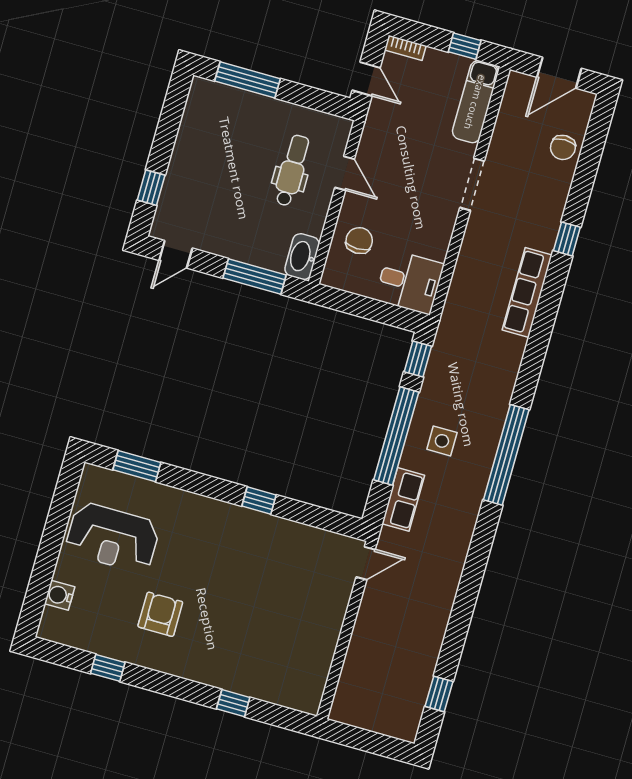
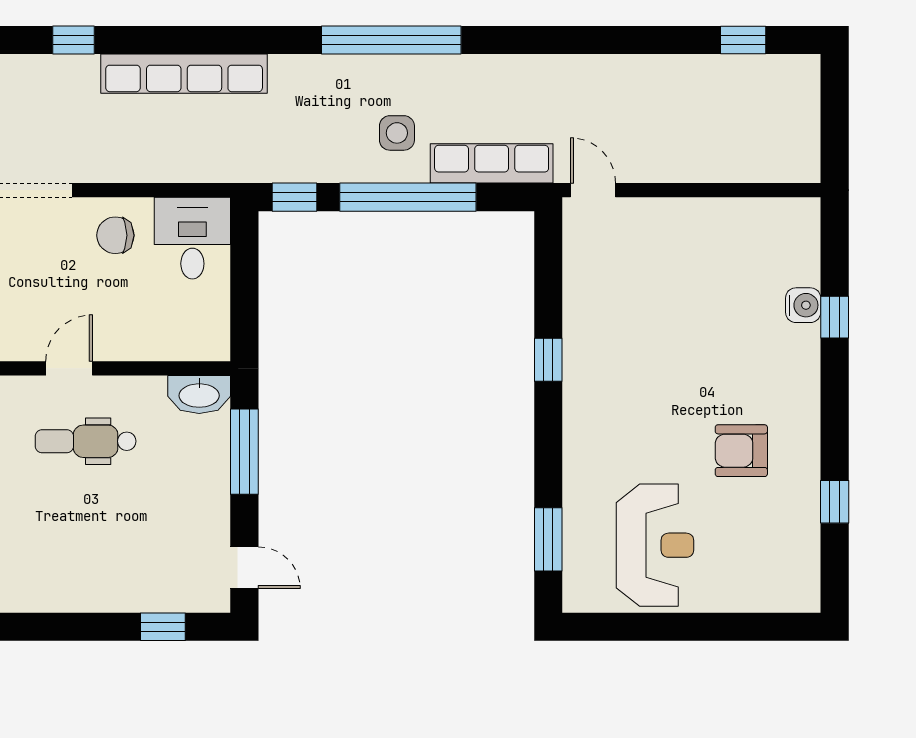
chair: (359, 241) -> (115, 235), moved
row of seats: (527, 293) -> (184, 74), width x1.36
row of seats: (403, 499) -> (492, 163), width x1.48
water cooler: (60, 595) -> (803, 305), moved, turned -90

